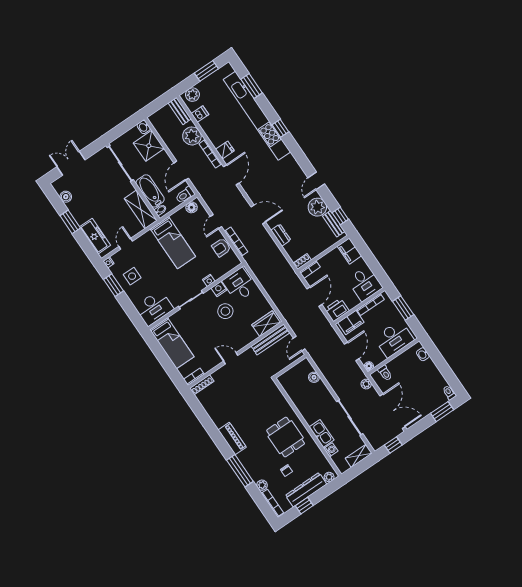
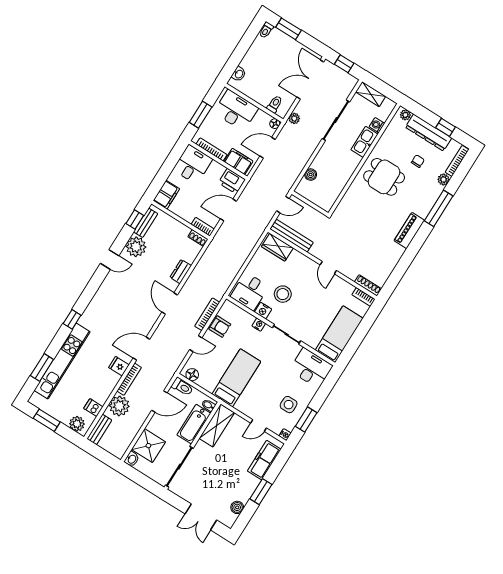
kitchen unit: (257, 116) -> (62, 361), width x0.73
dining table: (286, 437) -> (384, 177), turned 90

